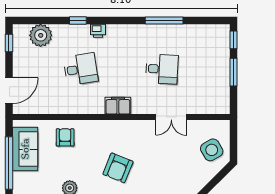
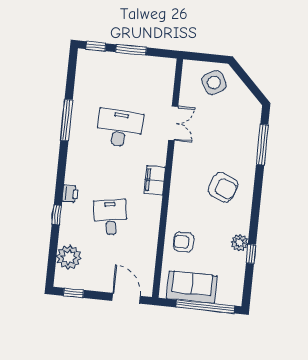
desk: (162, 69) -> (120, 128), width x1.37

